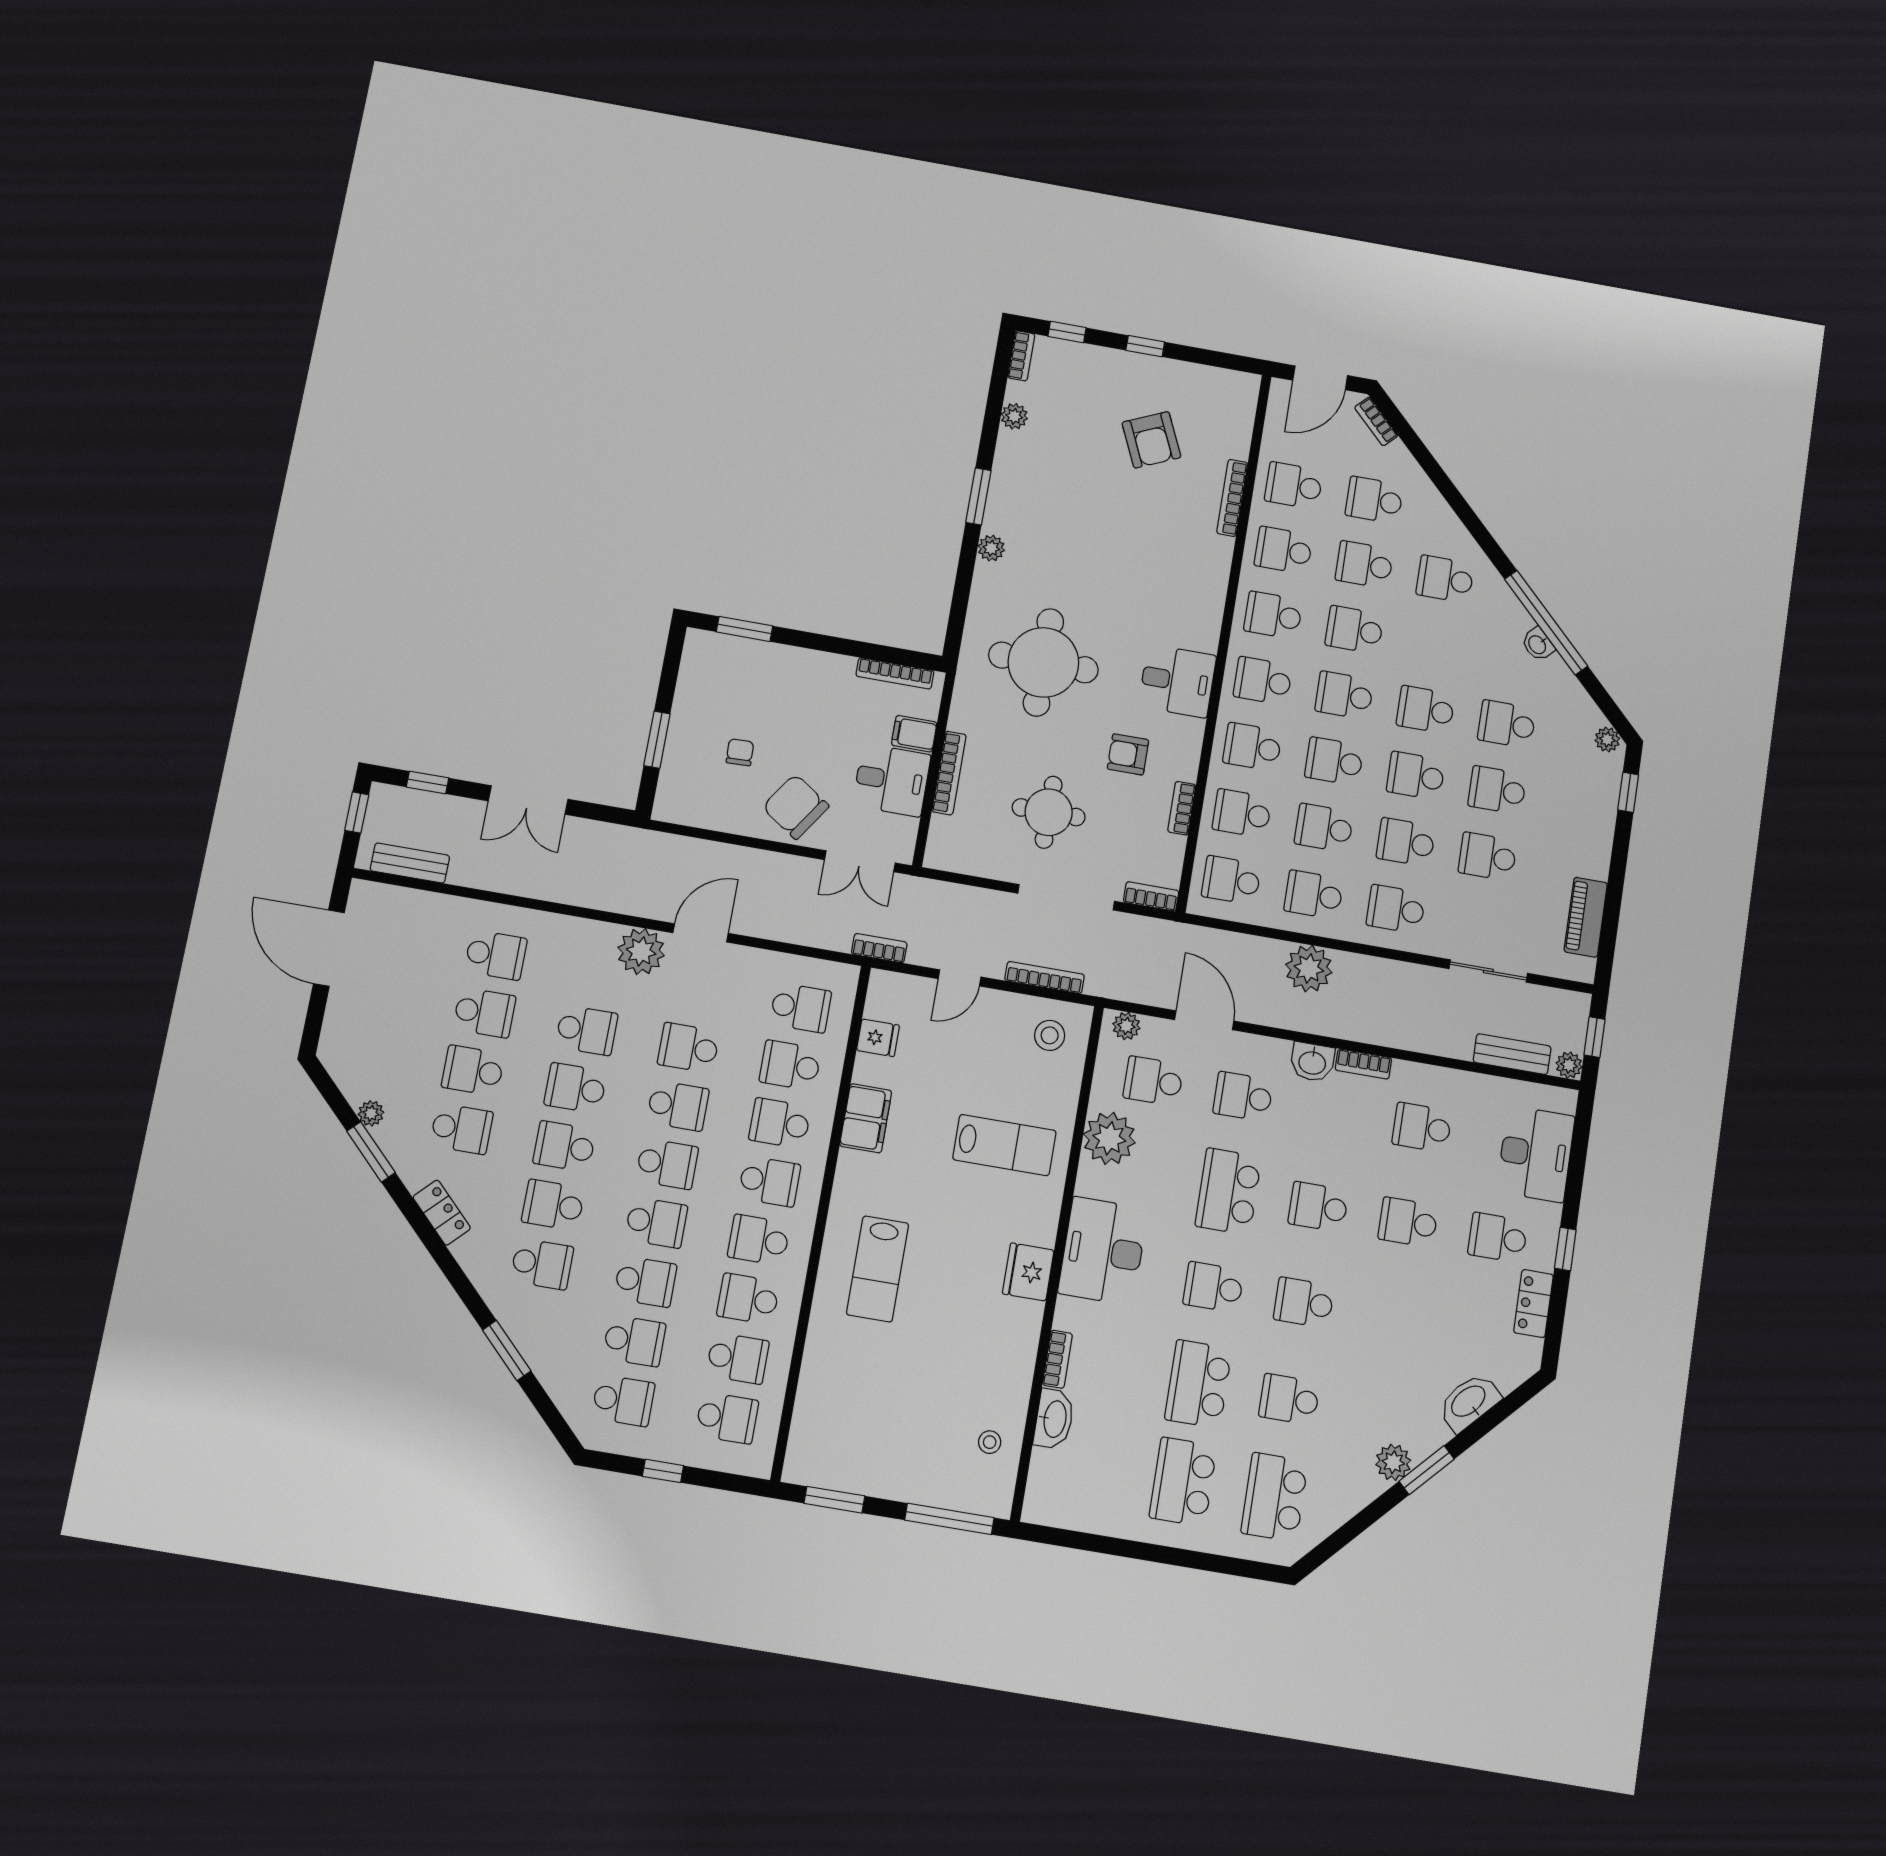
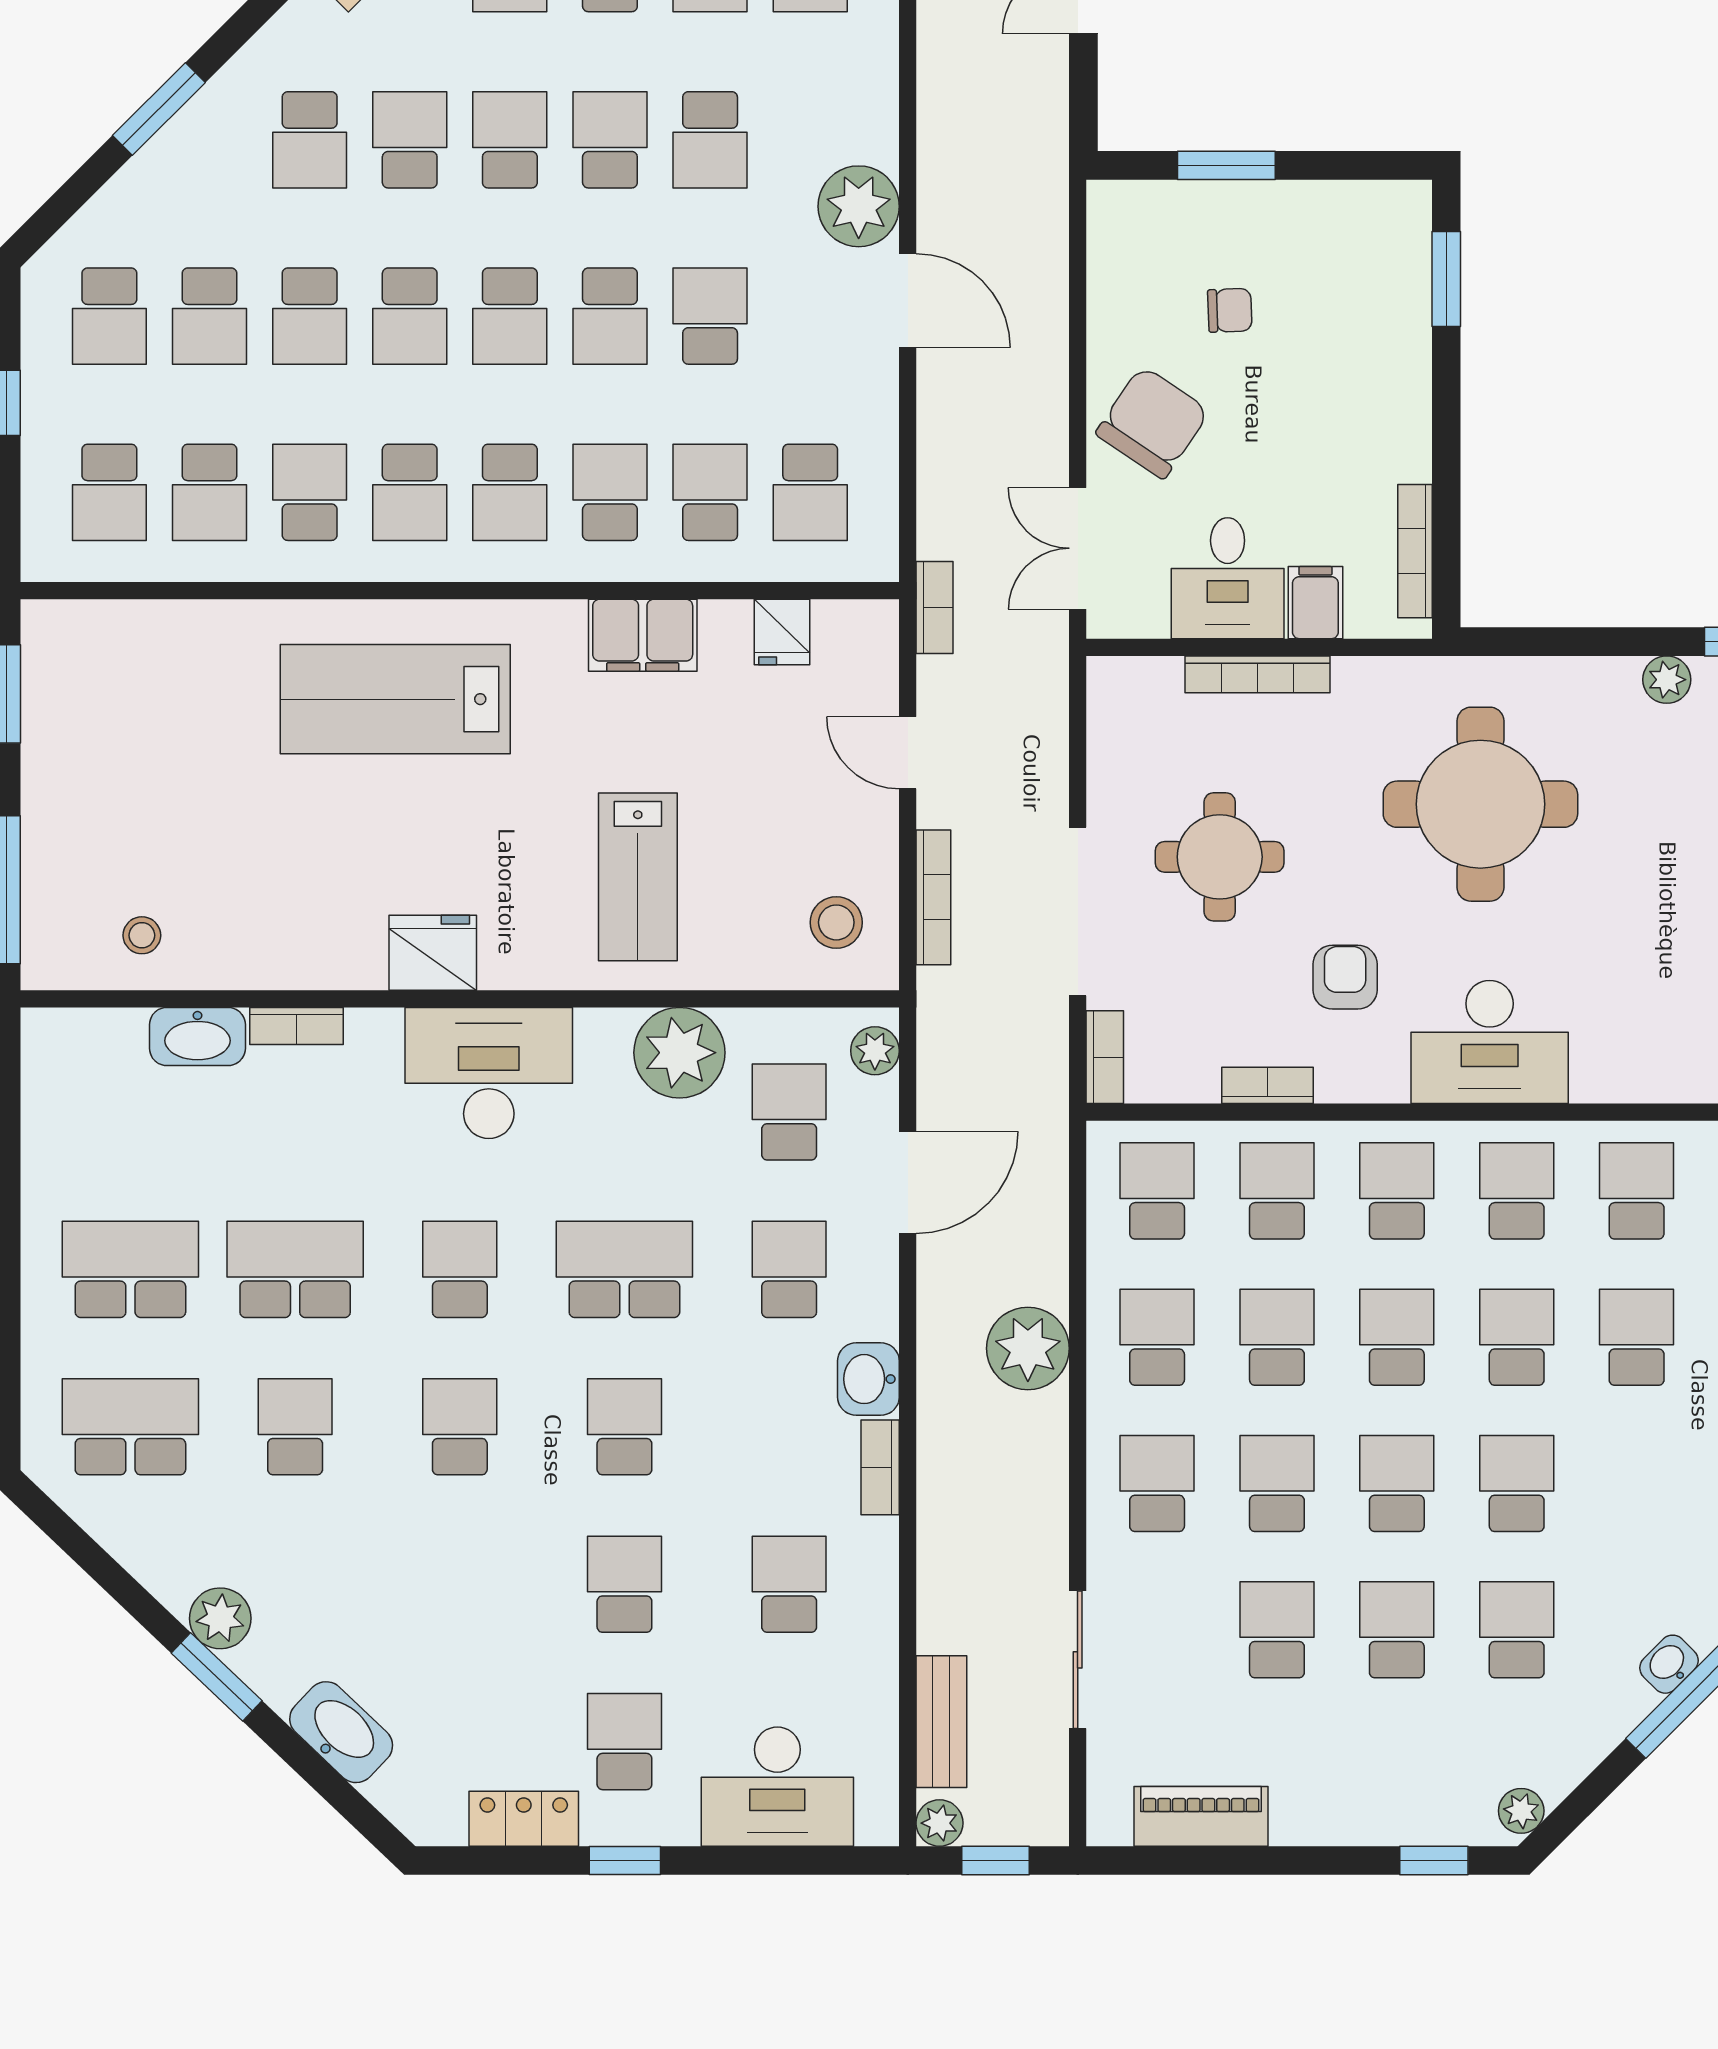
desk: (1177, 681) -> (1490, 1042), width x1.37
school desk: (759, 1240) -> (410, 492), turned 180
lab bench: (878, 1269) -> (395, 699), width x1.36, depth x1.39

